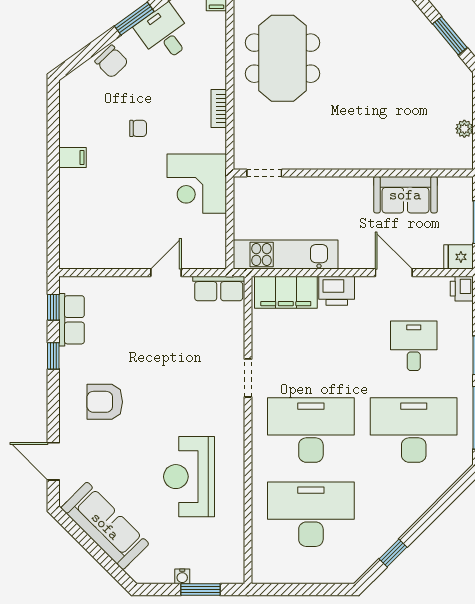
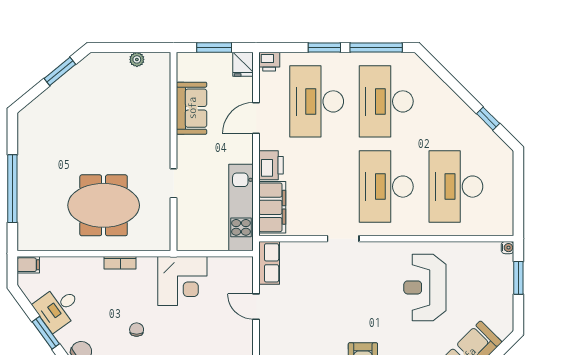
meeting table: (282, 58) -> (104, 205), moved
doorway: (264, 173) -> (174, 183), moved
desk: (414, 346) -> (317, 101), width x1.87, depth x1.30
reception desk: (189, 477) -> (425, 287), turned 90
water cooler: (182, 576) -> (507, 248), moved

